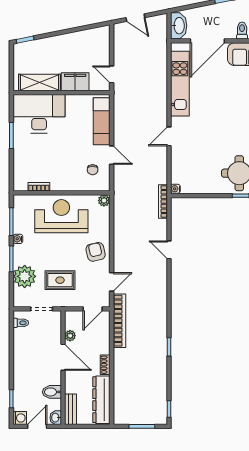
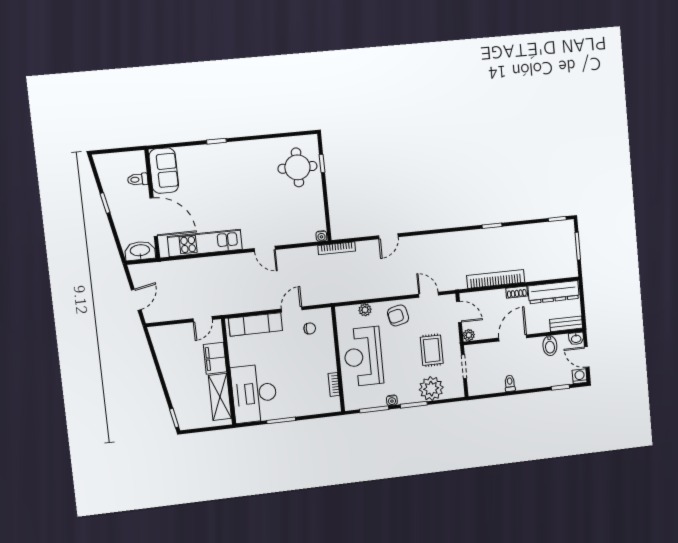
plant: (104, 200) -> (365, 310), moved
bookcase: (120, 321) -> (496, 279), moved
toilet: (21, 323) -> (510, 383), moved
plant: (70, 336) -> (469, 335), moved

